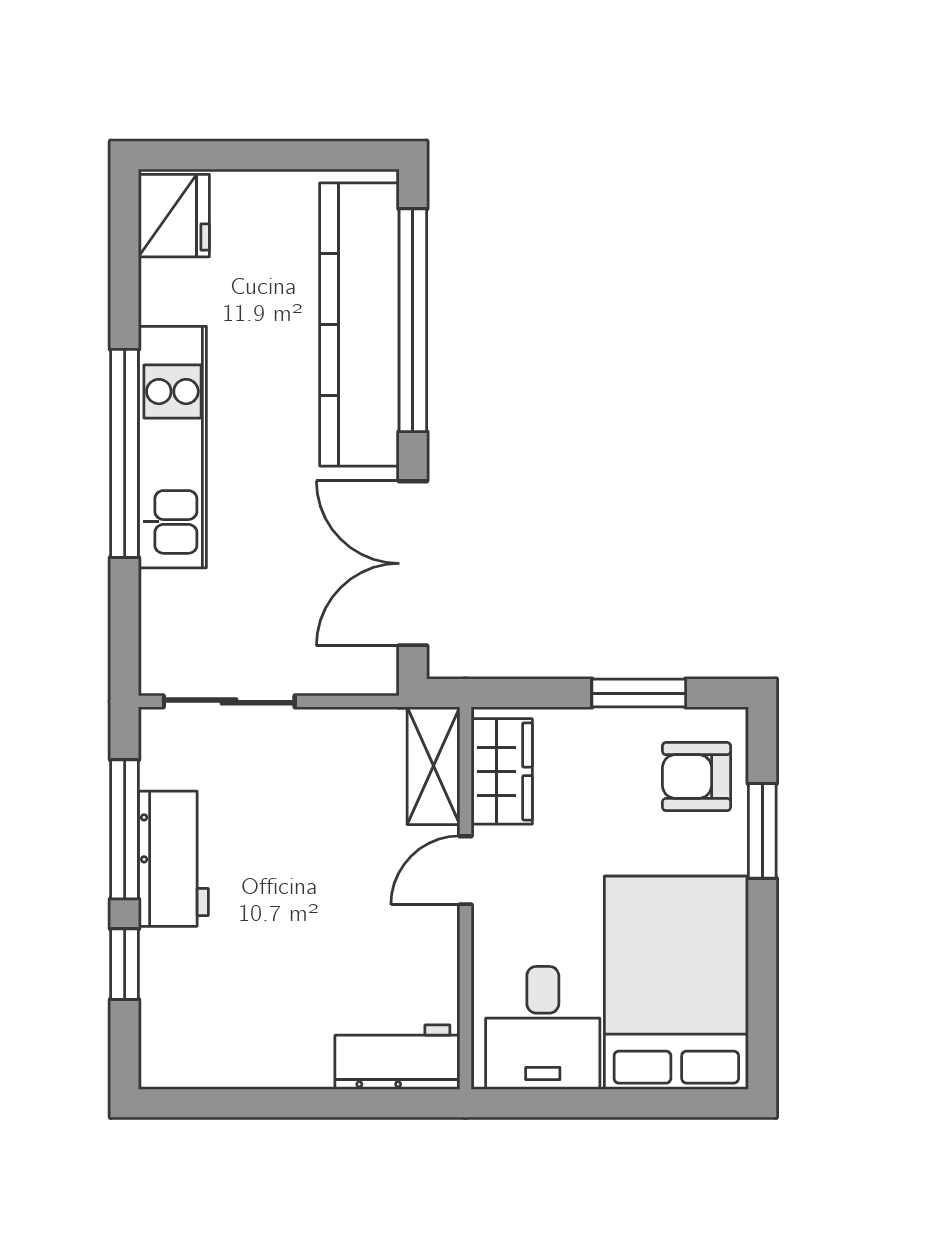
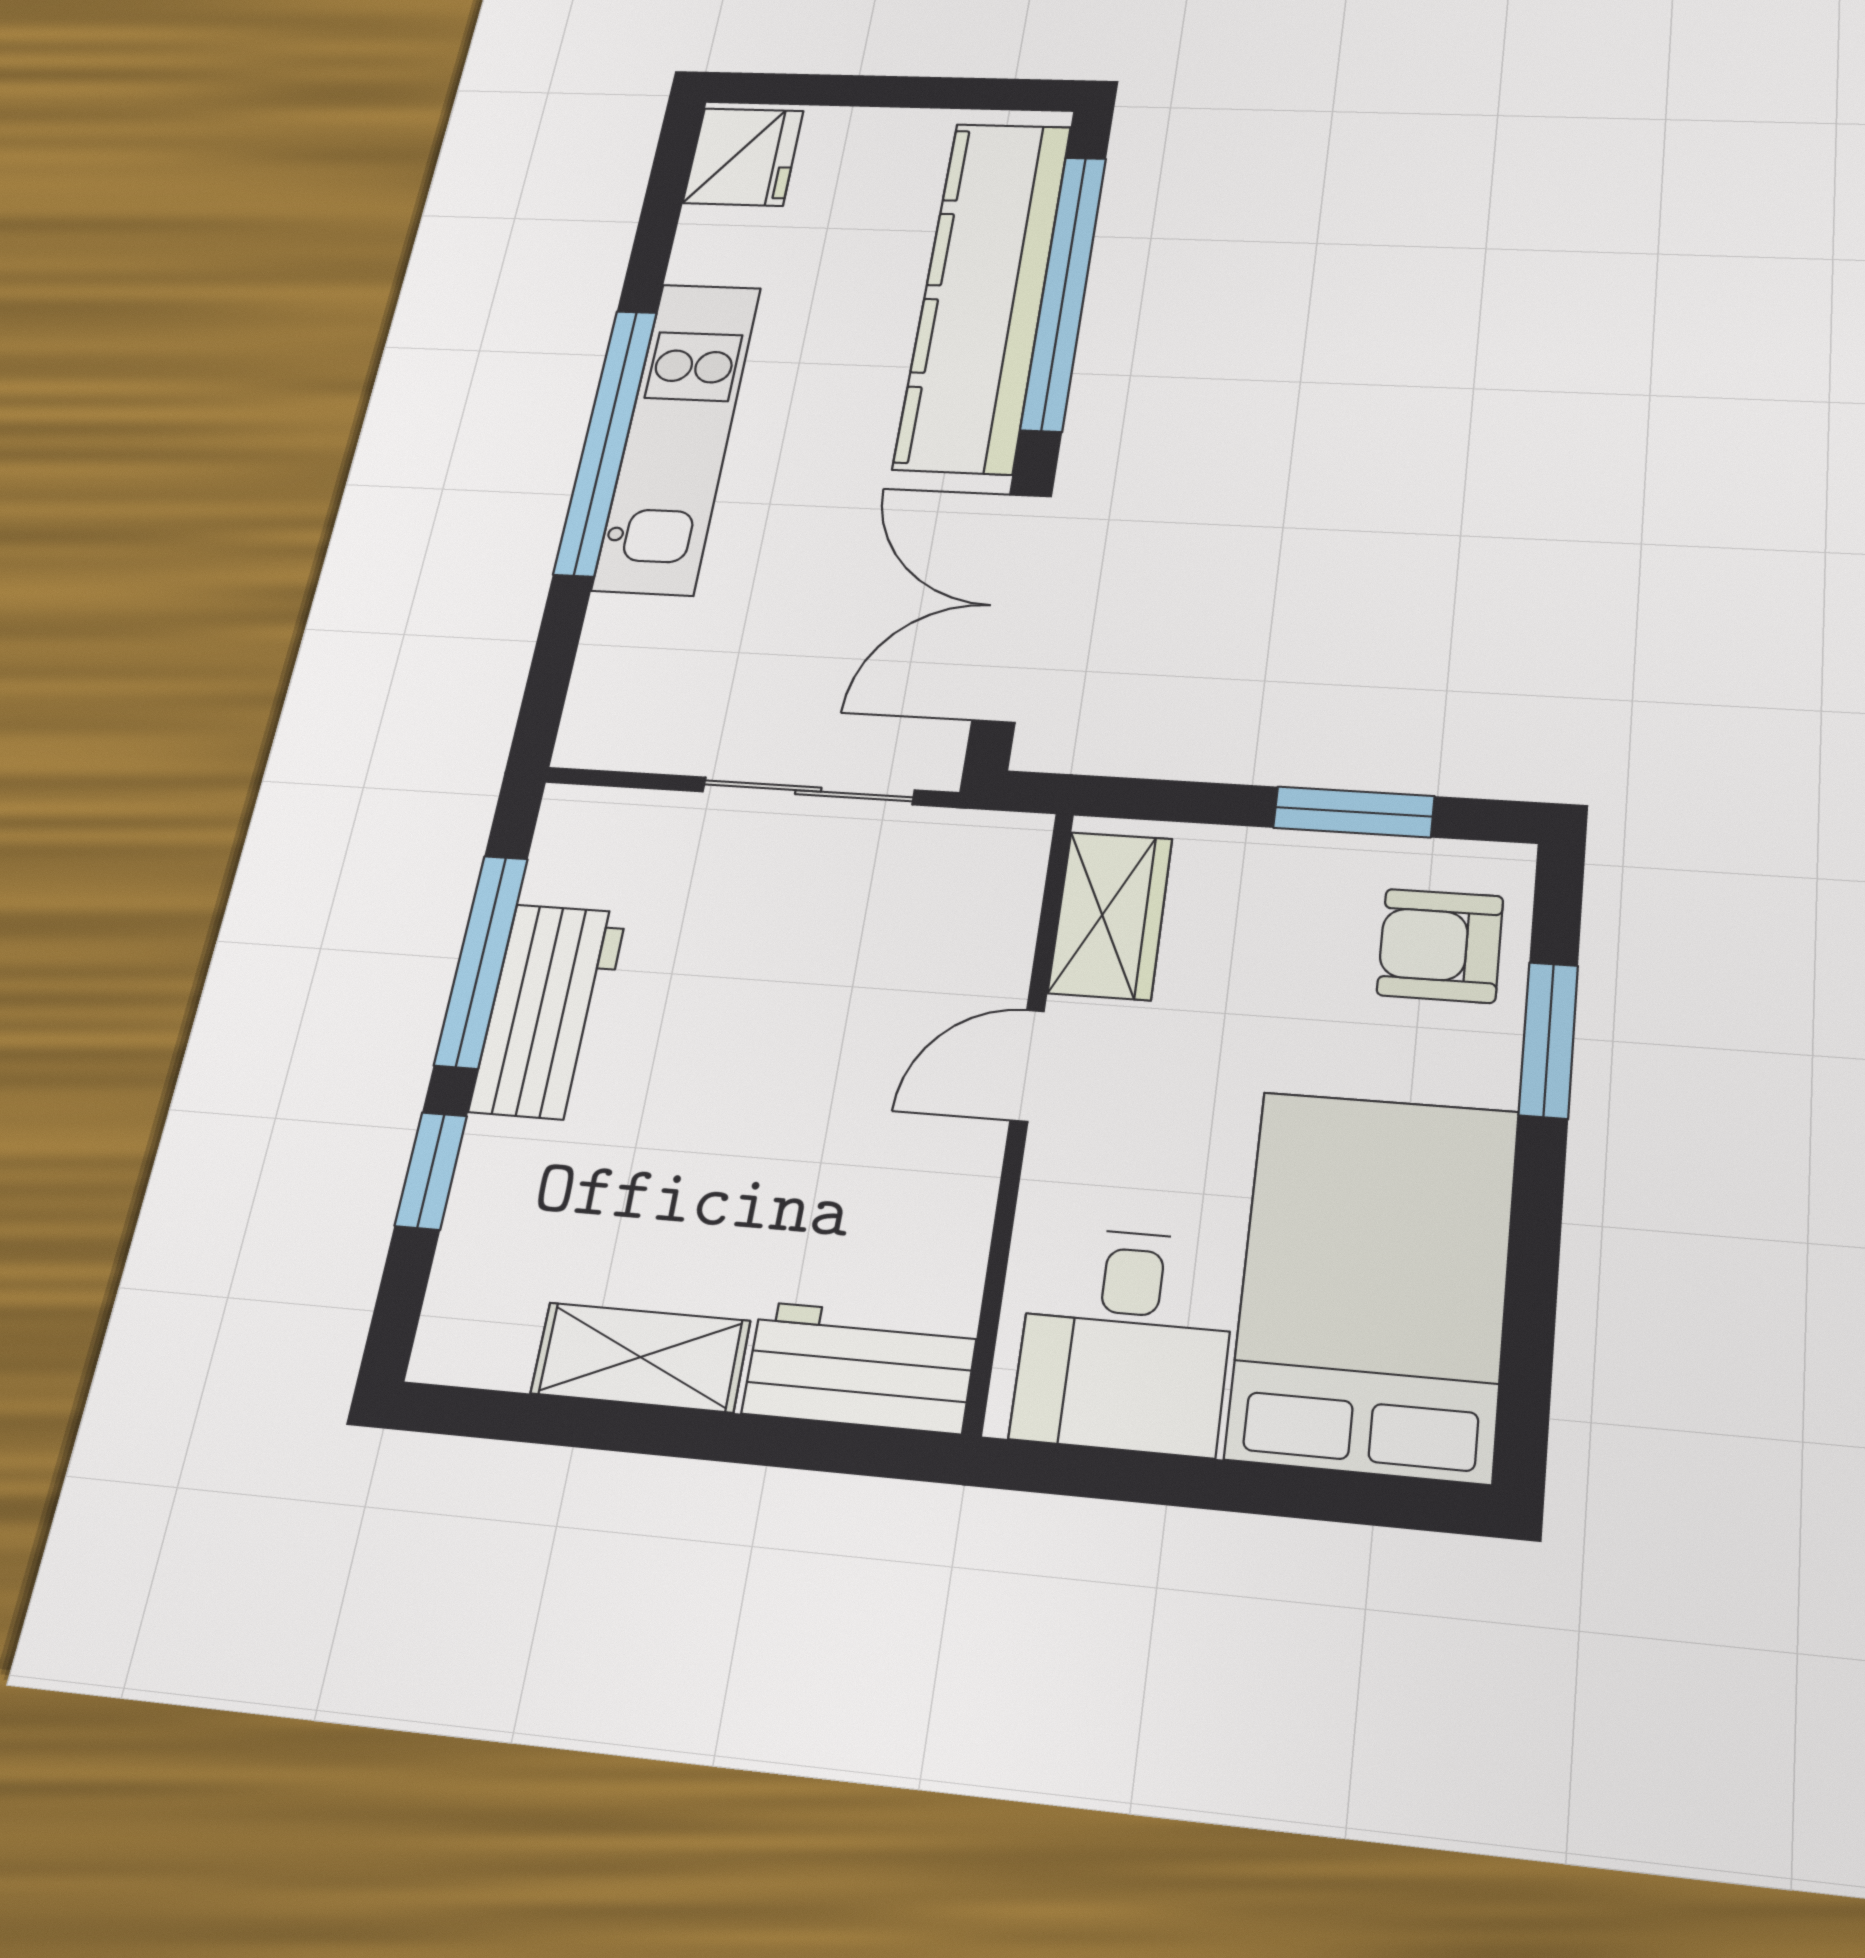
sliding door: (229, 701) -> (808, 791), moved
shelving: (434, 766) -> (641, 1357), moved, turned 90

